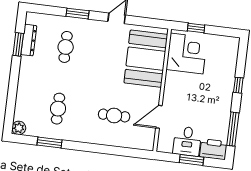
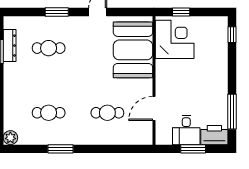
cafe table: (66, 47) -> (49, 48), turned 90
window: (238, 85) -> (232, 35), moved
cafe table: (58, 109) -> (49, 113), turned 90
window: (50, 142) -> (60, 149), moved

